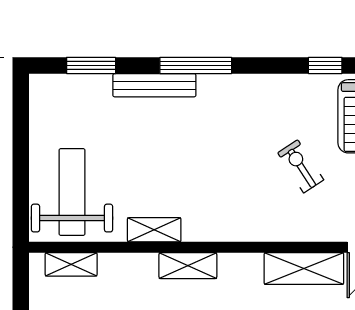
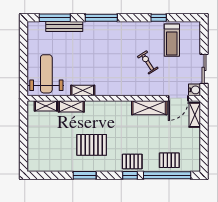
window: (91, 65) -> (55, 18), width x1.44
bench: (154, 85) -> (64, 26), moved
shelving: (188, 266) -> (71, 106), moved

